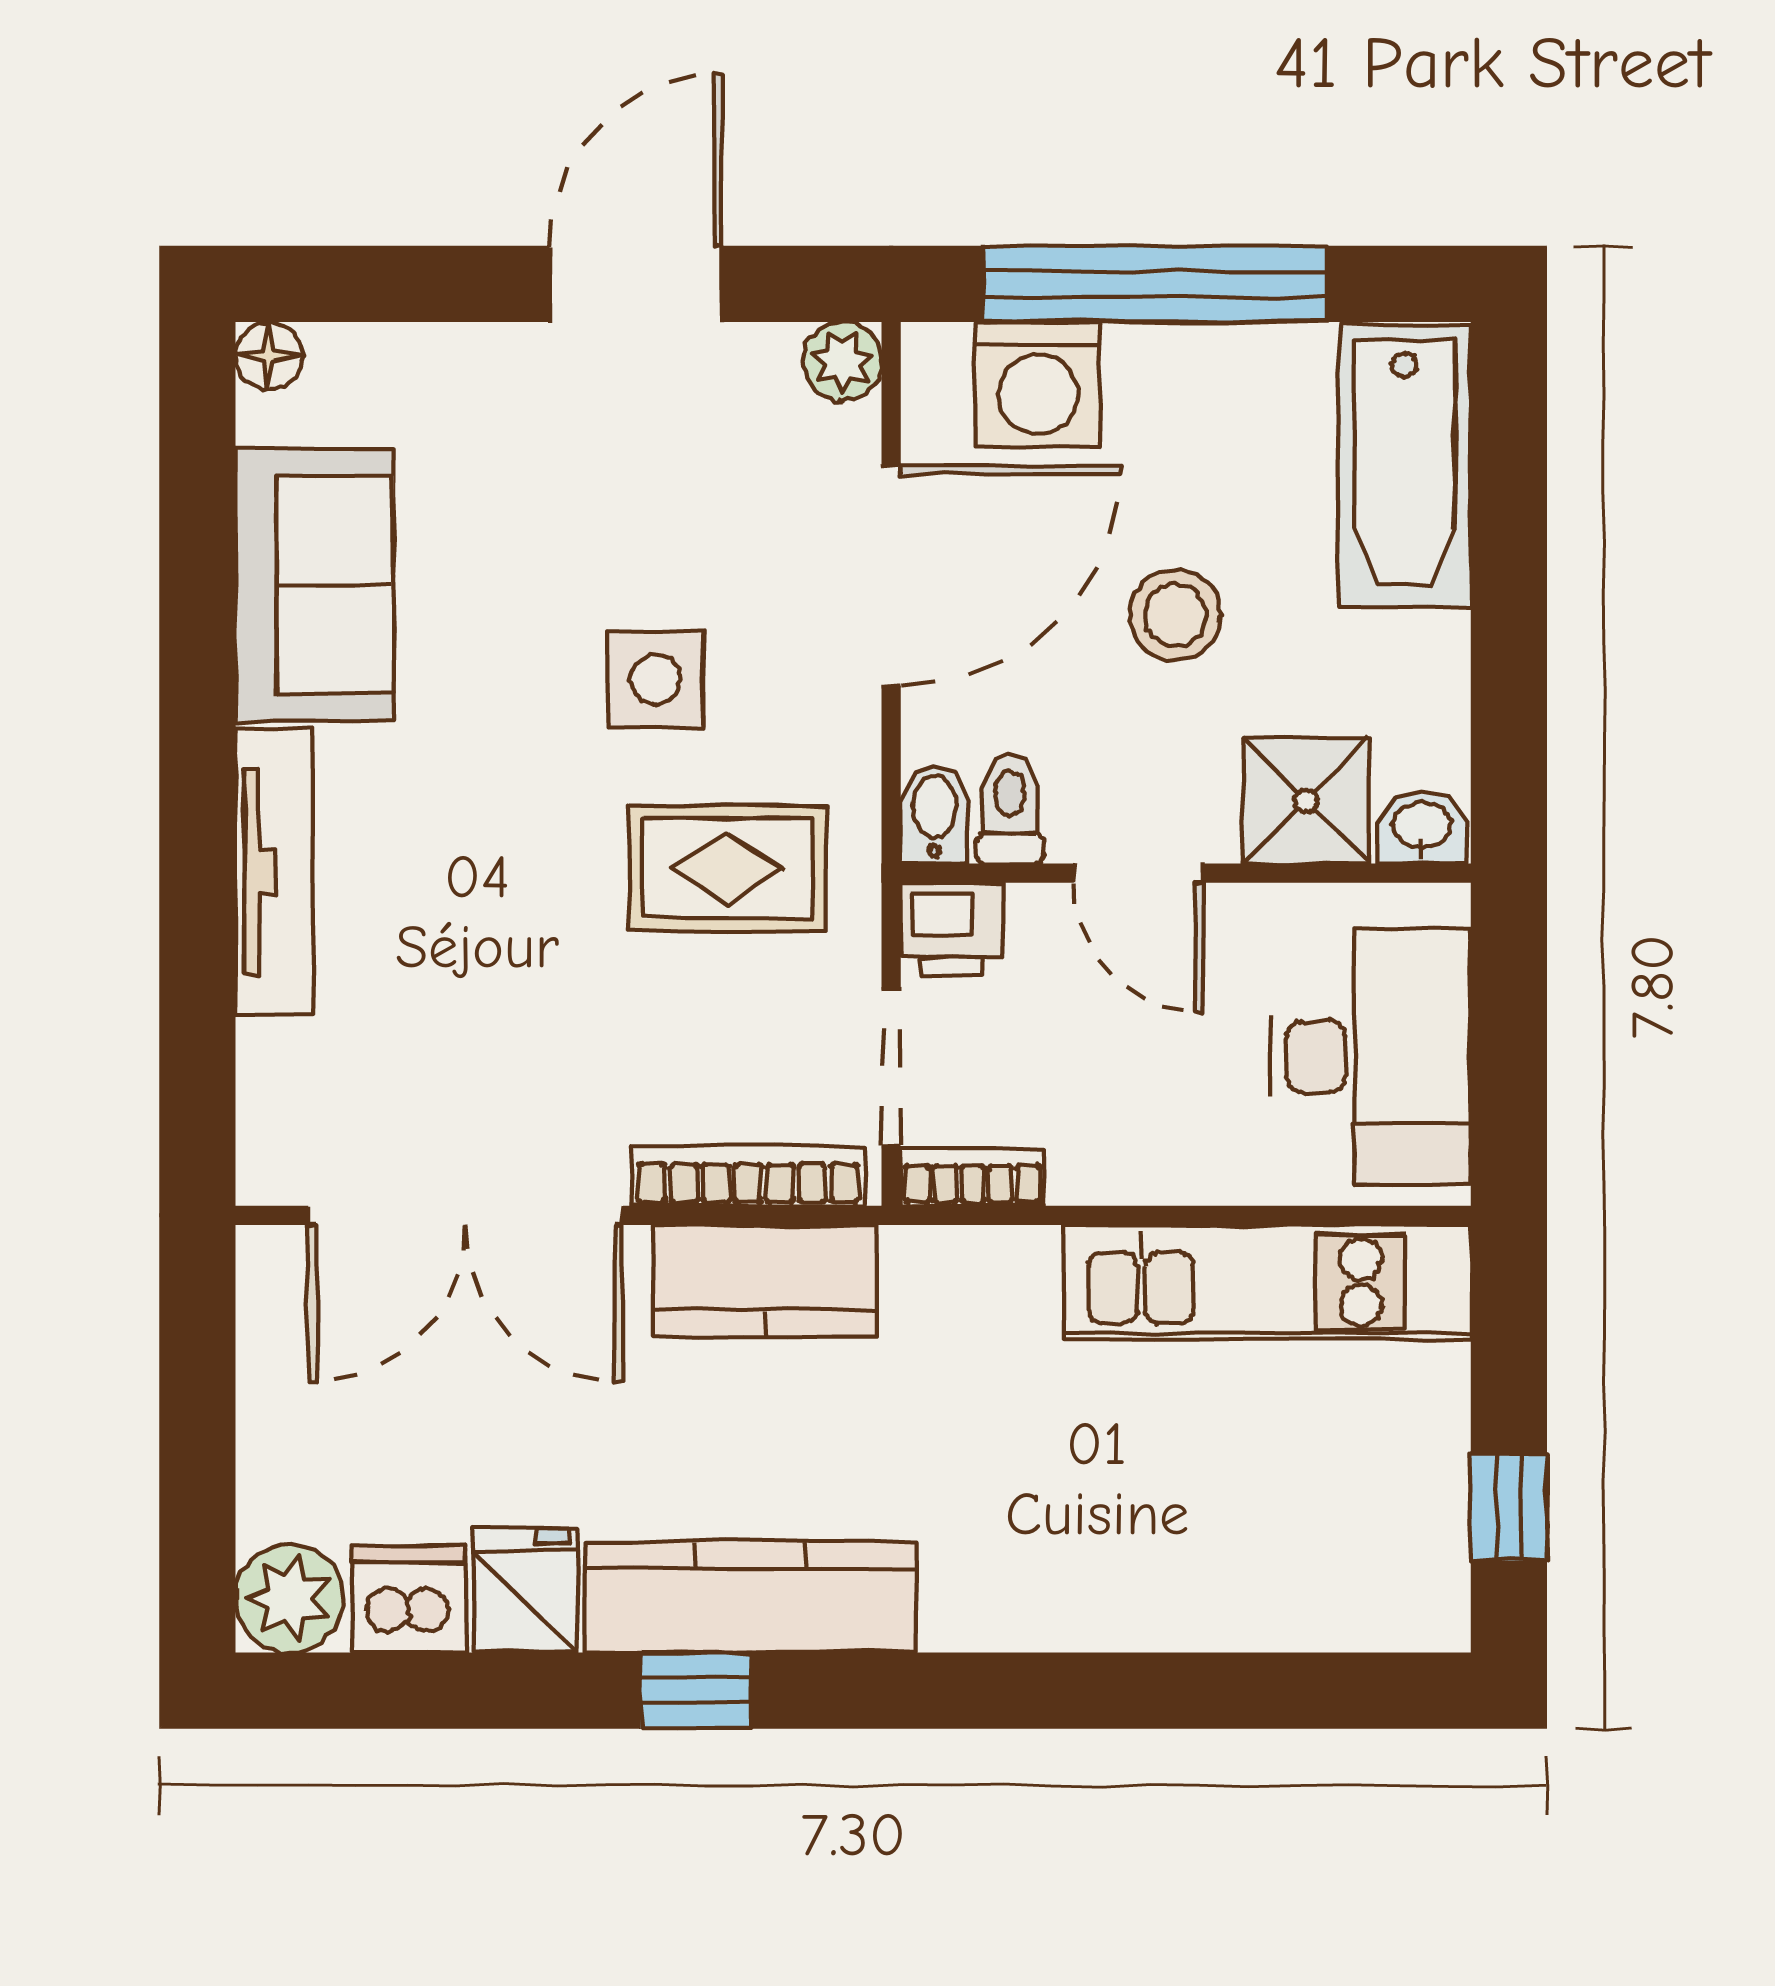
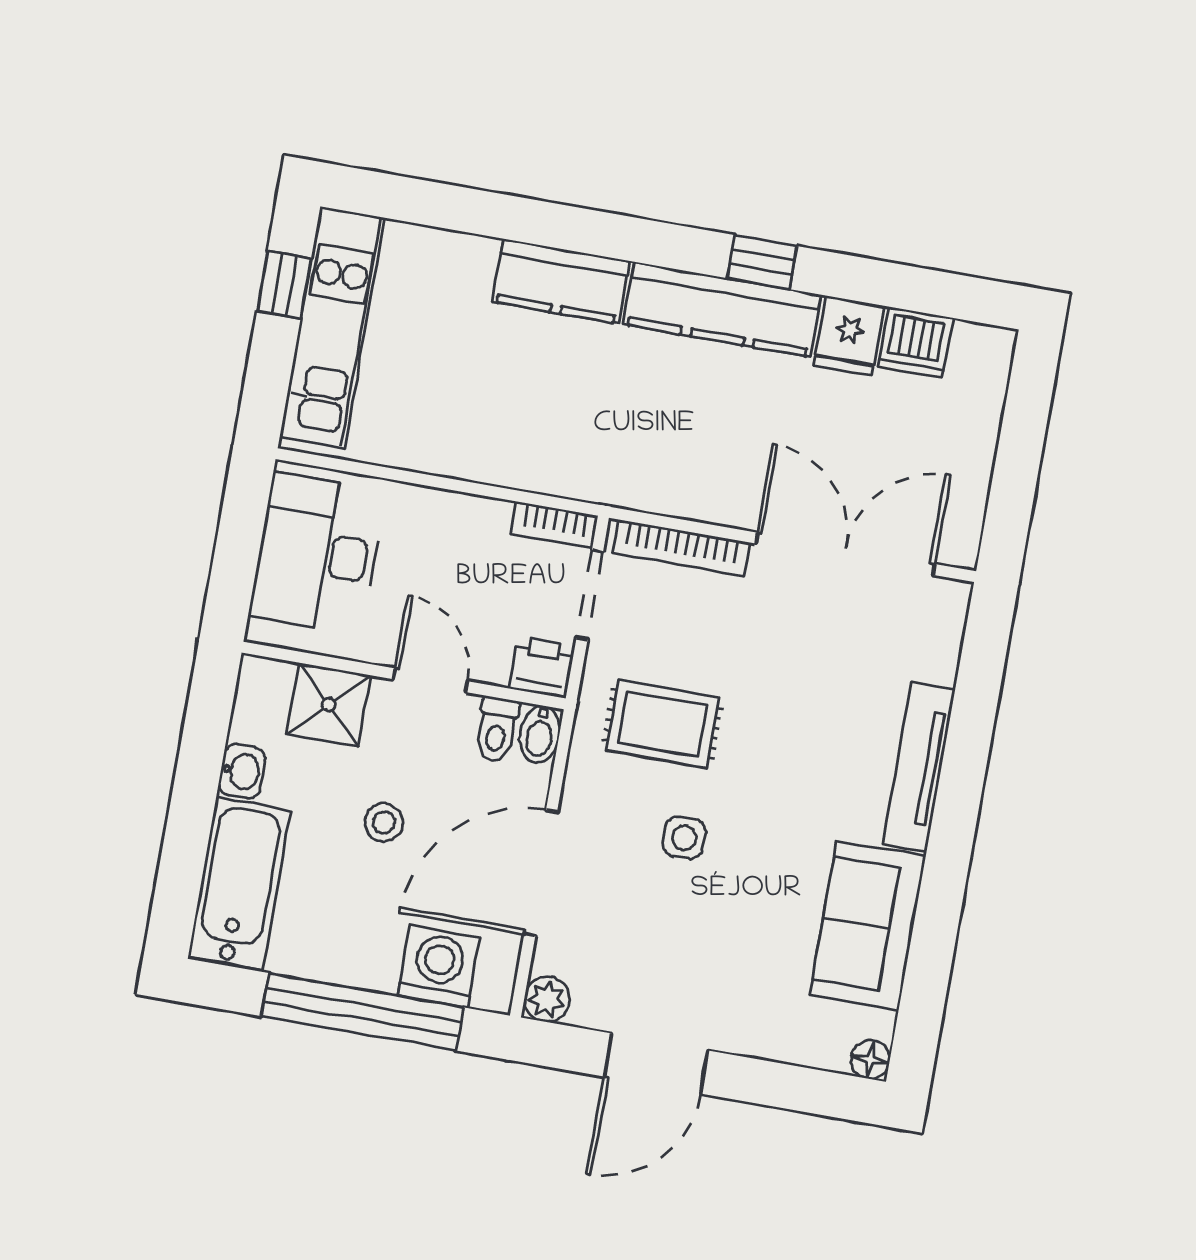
stool: (1175, 615) -> (384, 822), width x0.73, depth x0.73
side table: (656, 680) -> (684, 838), width x0.73, depth x0.73
washbasin: (1422, 827) -> (242, 771), moved, turned -90
kitchen counter: (765, 1281) -> (561, 281), moved, turned 180
kitchen unit: (1267, 1282) -> (332, 327), moved, turned 90
plant: (289, 1598) -> (983, 355), removed

